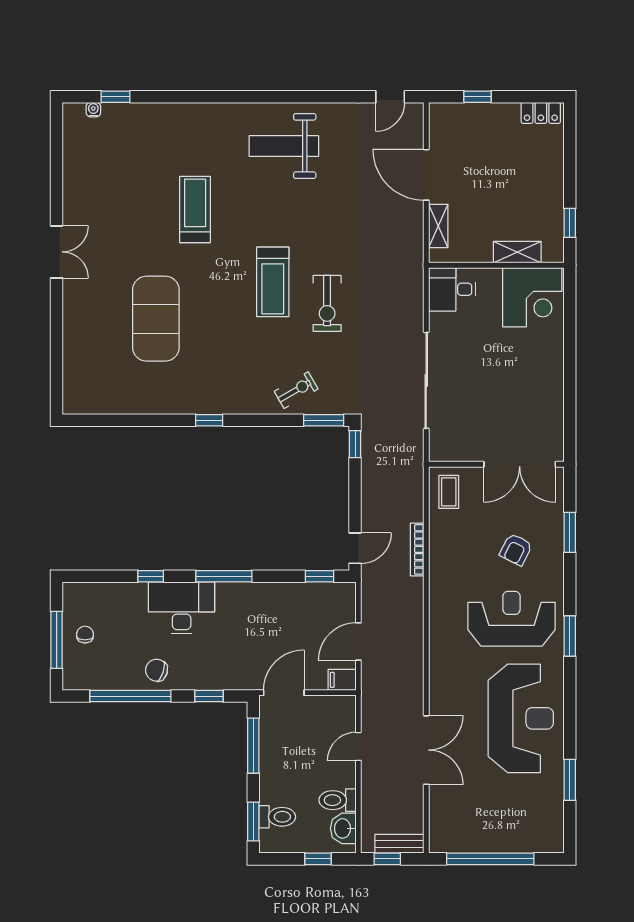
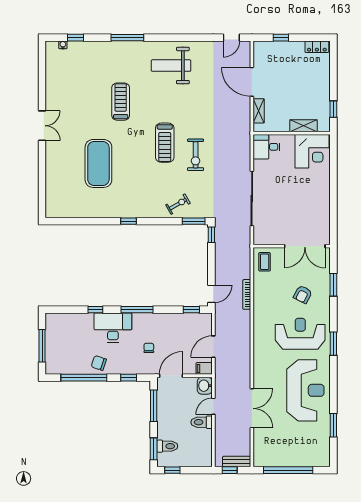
window: (207, 97) -> (127, 38), added
chair: (85, 635) -> (149, 348), moved
toilet: (338, 800) -> (202, 422), moved
washbasin: (343, 828) -> (205, 386), moved
window: (318, 859) -> (172, 470), moved

